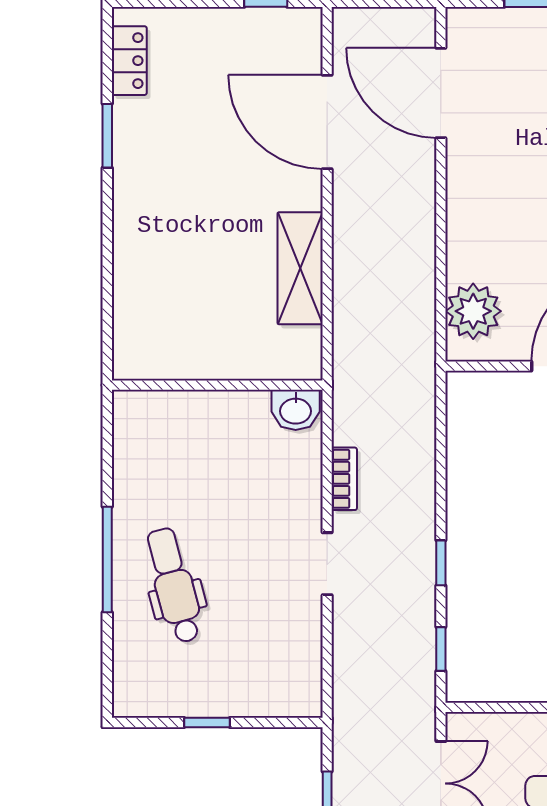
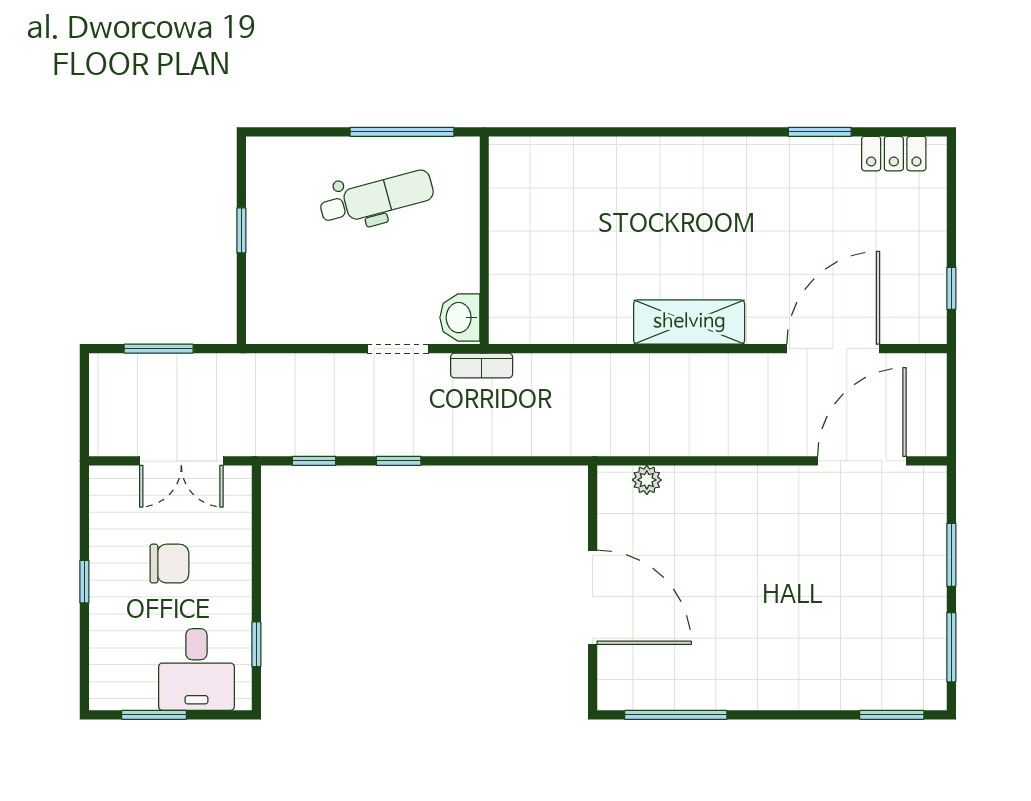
plant: (473, 311) -> (647, 480), width x0.53, depth x0.53
wall: (217, 385) -> (484, 240), moved
washbasin: (296, 410) -> (460, 318), moved

